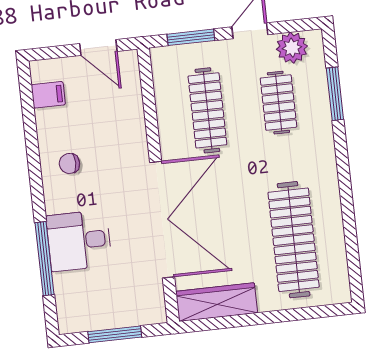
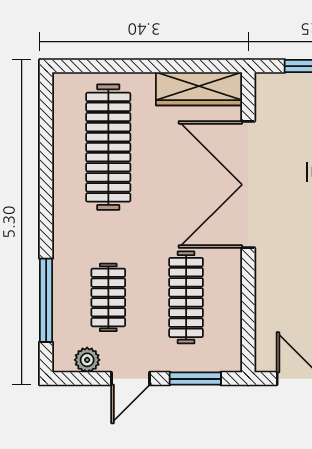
plant: (292, 48) -> (87, 360), width x0.73, depth x0.73
window: (335, 94) -> (46, 300), width x1.44

